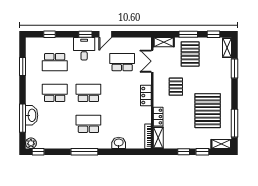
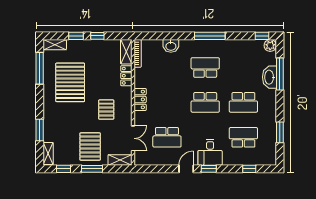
school desk: (88, 124) -> (205, 67), turned 180

